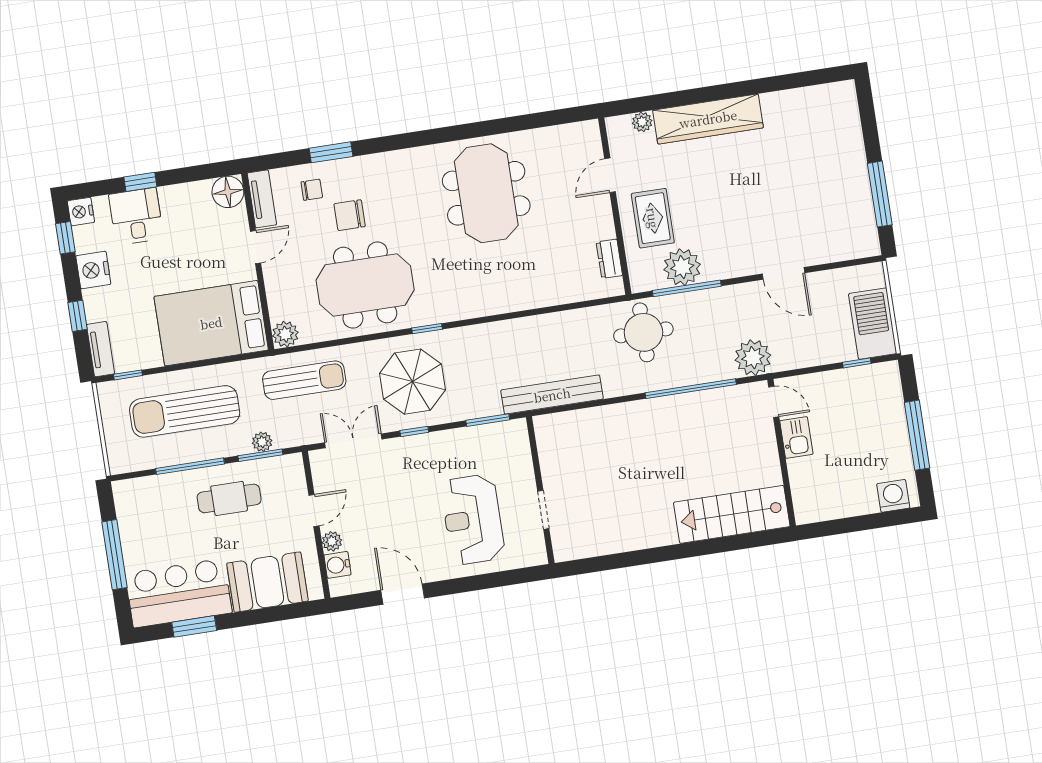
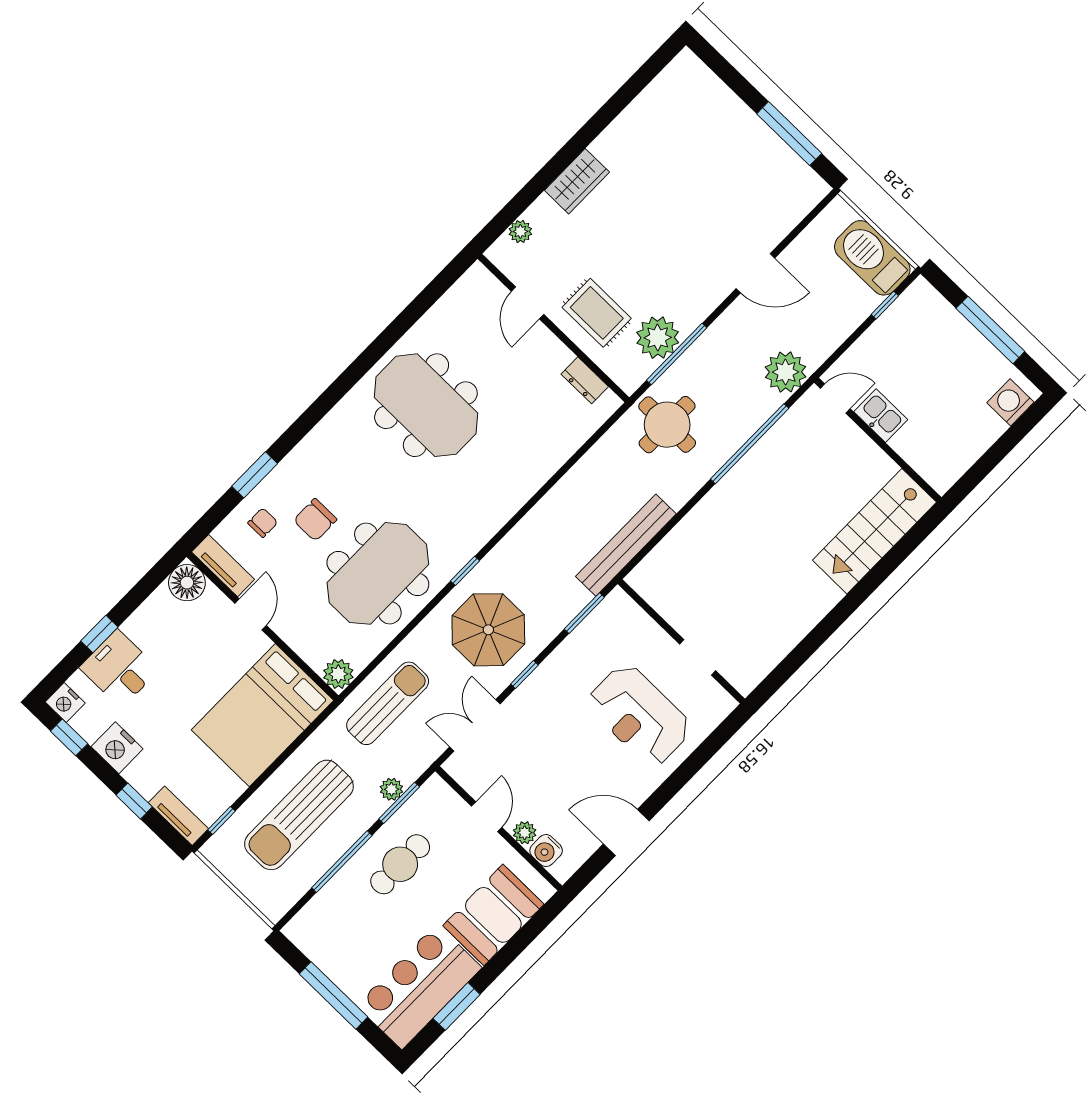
wardrobe: (708, 119) -> (577, 181), width x0.48, depth x0.85

